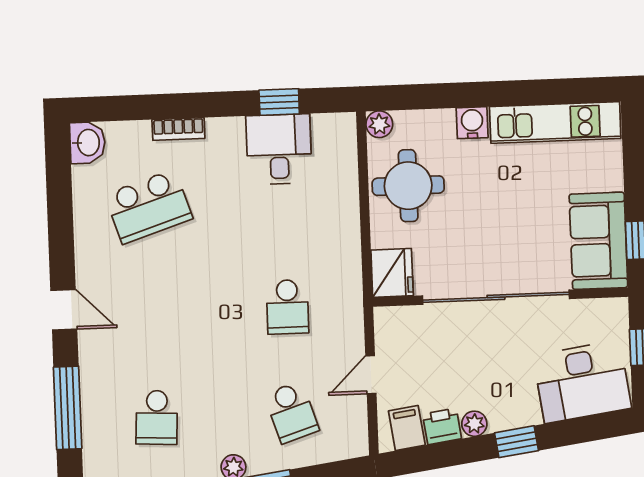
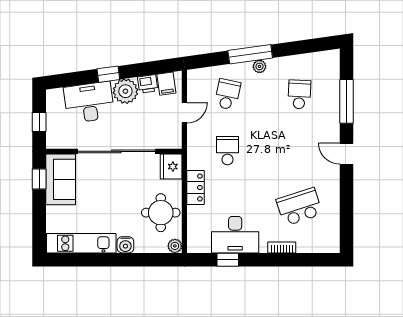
washbasin: (87, 143) -> (331, 242), removed
desk: (279, 149) -> (235, 235), width x1.37
locker: (345, 235) -> (196, 187), added
desk: (582, 382) -> (89, 102), moved
school desk: (291, 412) -> (227, 94), turned 30
plant: (474, 424) -> (125, 91), width x1.88, depth x1.88

